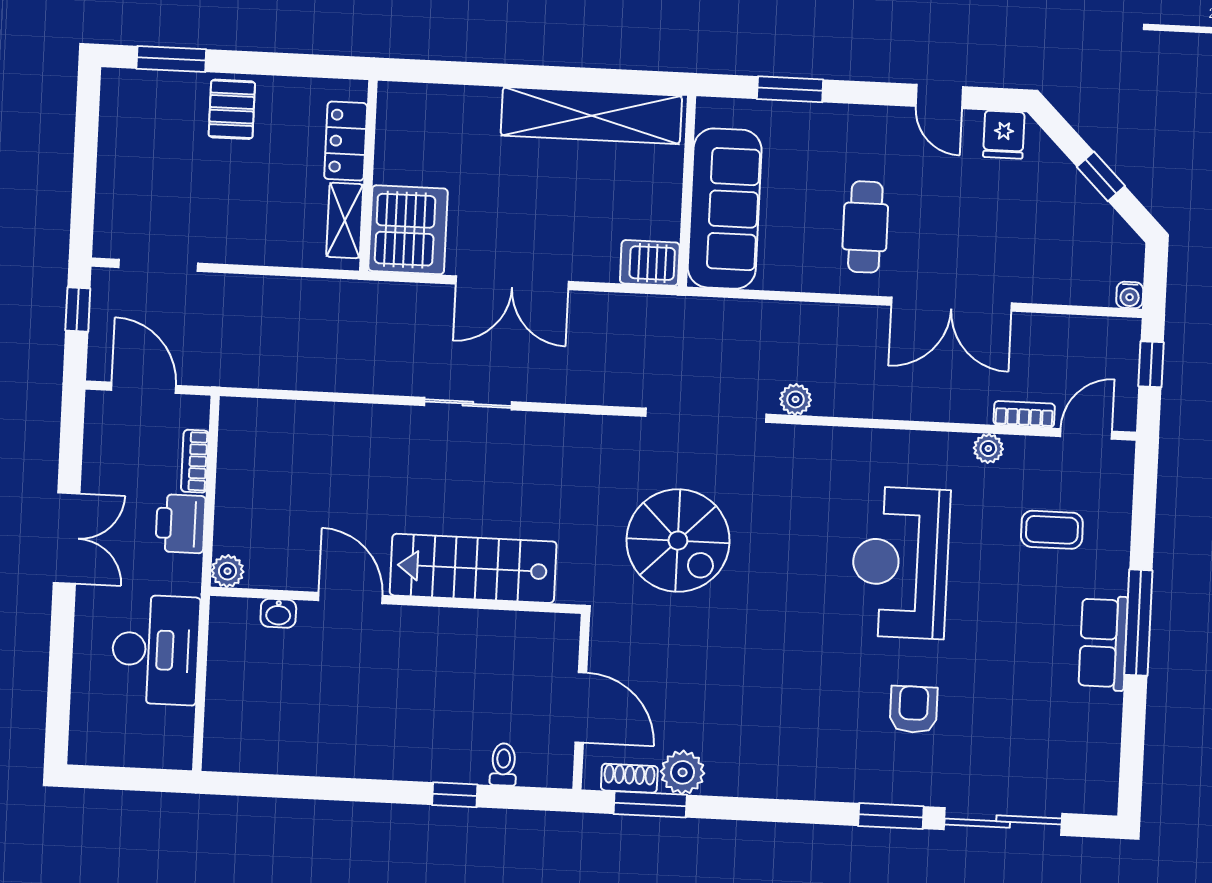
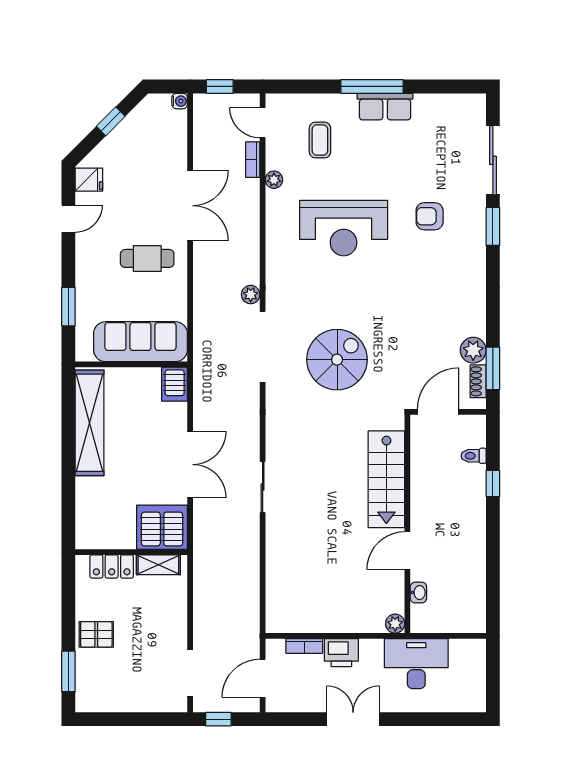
stairs: (473, 568) -> (386, 479), moved
plant: (227, 571) -> (395, 624), moved
door: (350, 598) -> (407, 551), moved
wall: (396, 600) -> (407, 524), moved
washbasin: (278, 613) -> (418, 593), moved

